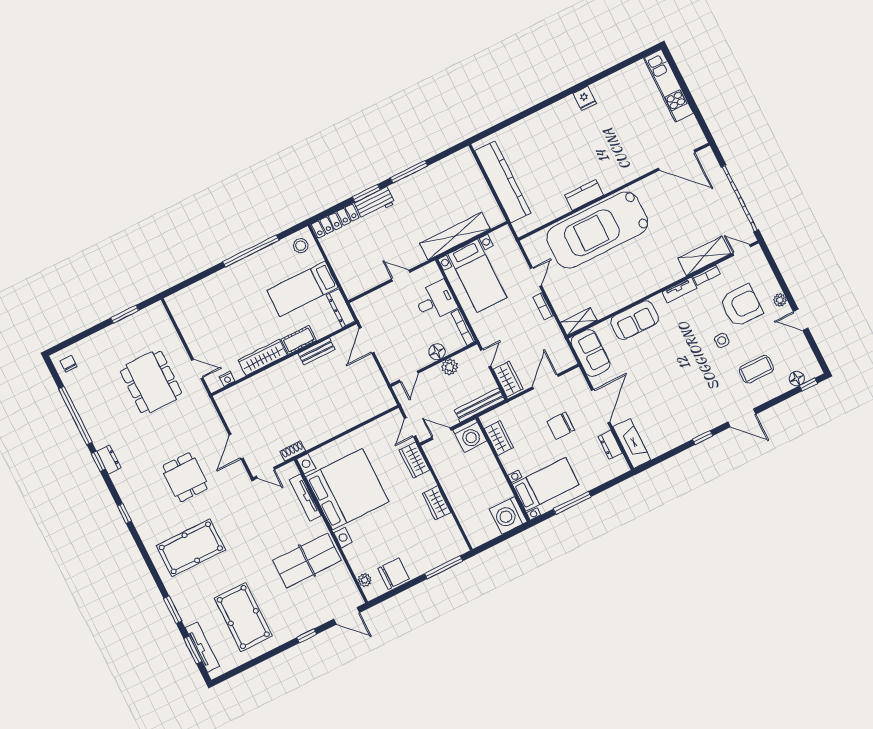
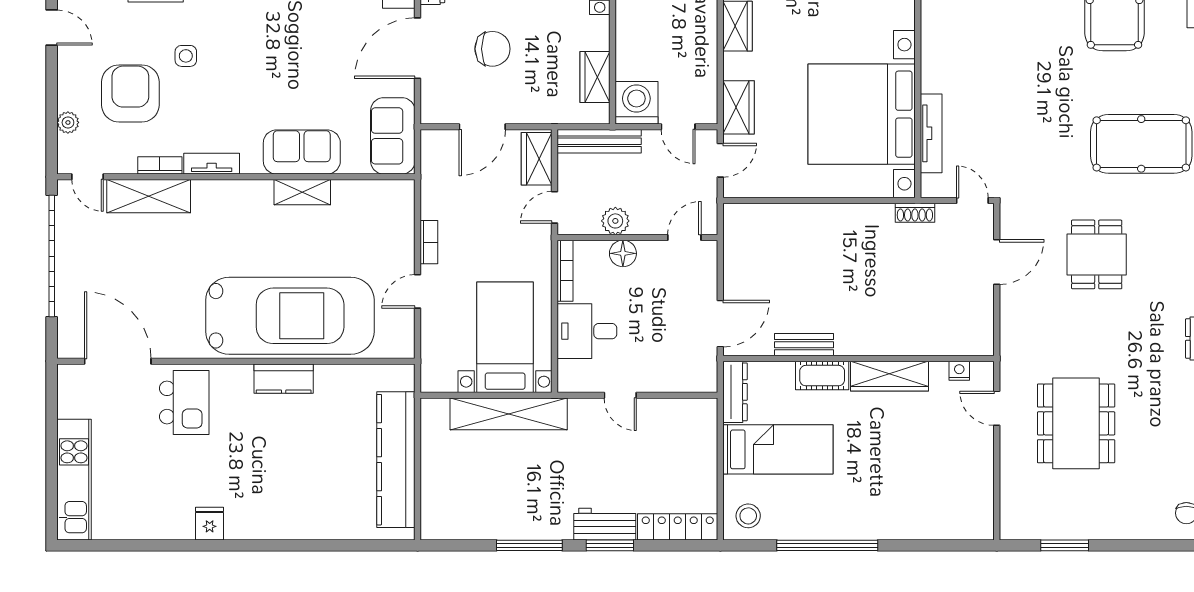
kitchen island: (630, 156) -> (184, 402), added
plant: (780, 300) -> (68, 122), moved
armchair: (741, 306) -> (130, 93), turned 90
shelving: (579, 322) -> (302, 192), moved
table tennis table: (307, 561) -> (976, 37), removed

